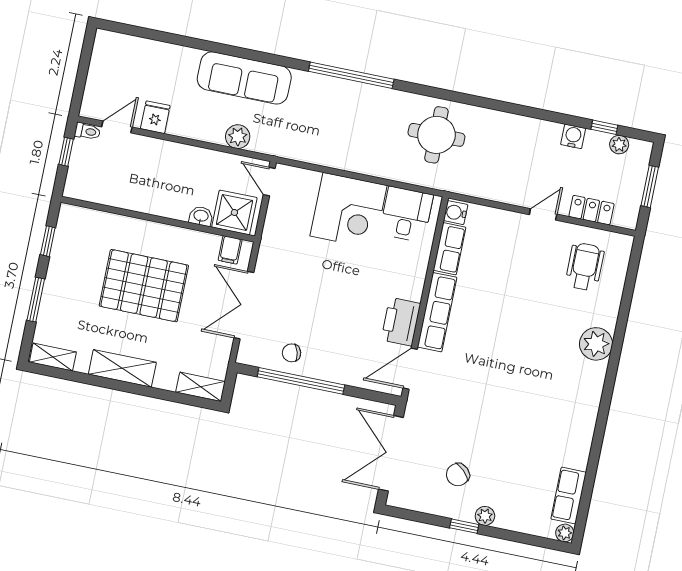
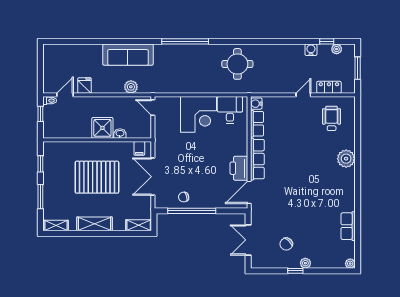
shower: (234, 212) -> (102, 128), moved
double door: (391, 453) -> (248, 240), width x0.73
row of seats: (569, 496) -> (348, 226), moved

